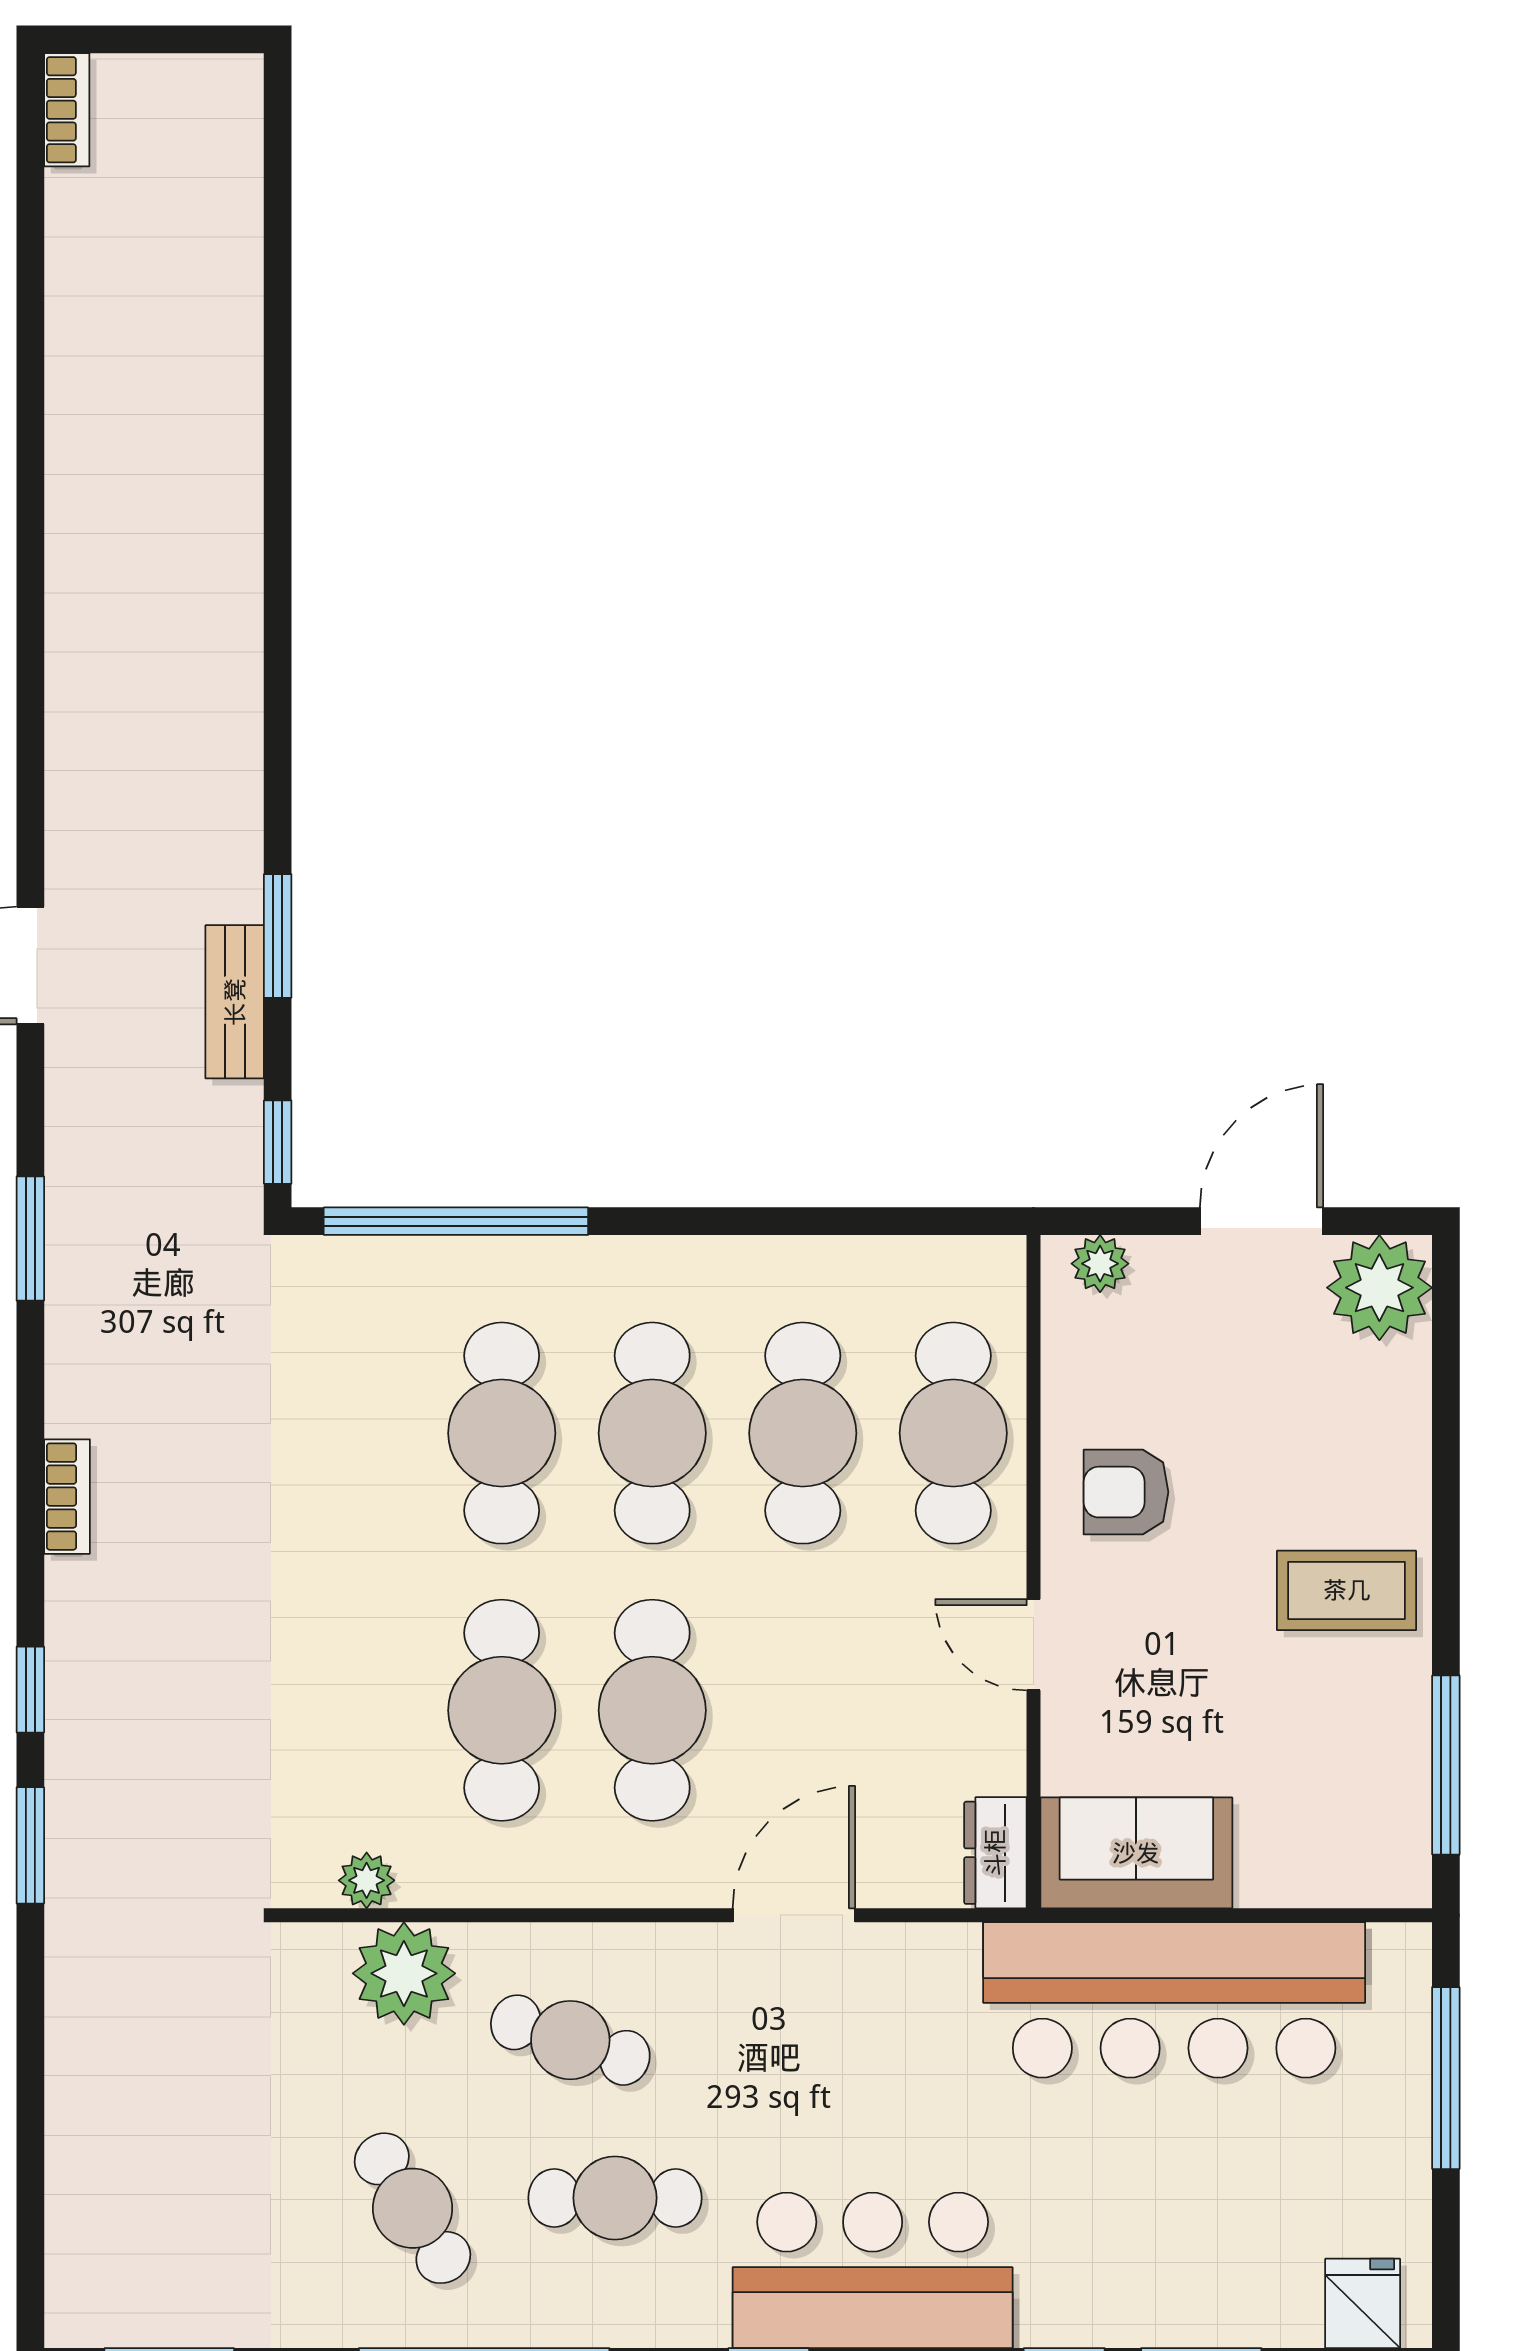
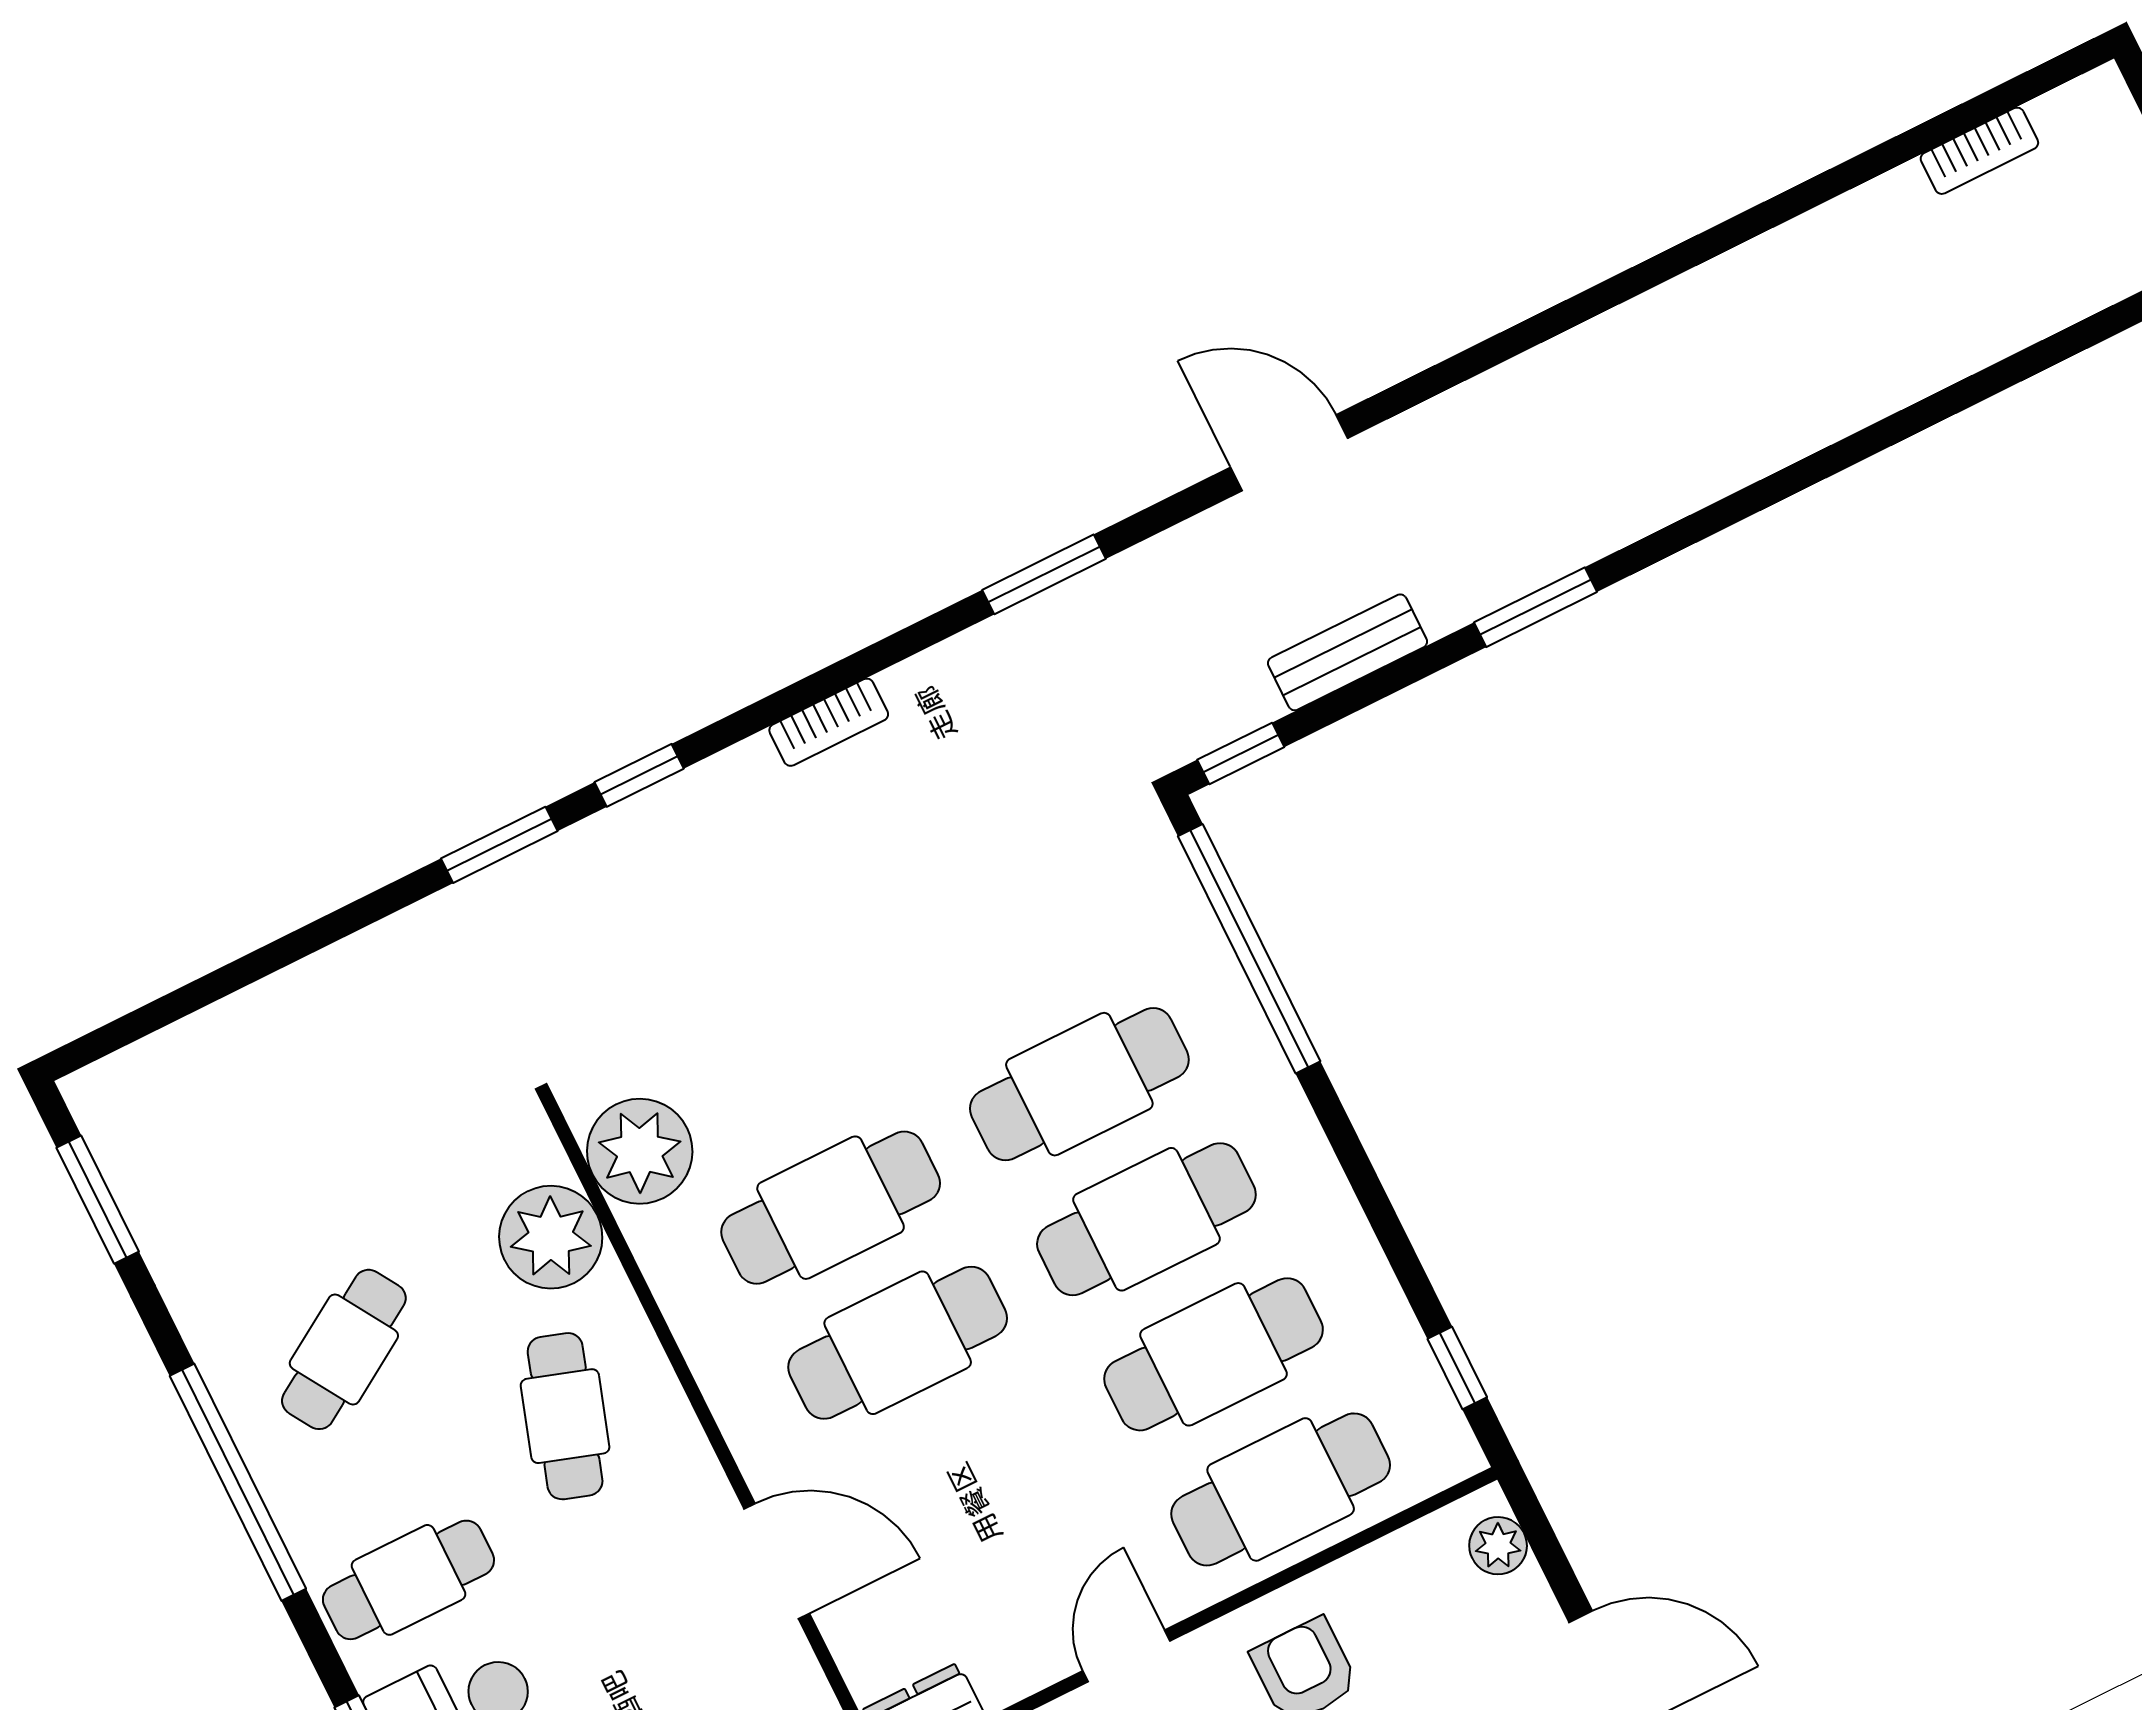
bookcase: (67, 110) -> (1979, 151), moved
window: (278, 936) -> (1535, 607), moved
window: (923, 1221) -> (1457, 1368), added
plant: (367, 1880) -> (640, 1151), width x1.88, depth x1.88
cafe table: (615, 2198) -> (408, 1580), moved, turned 90

